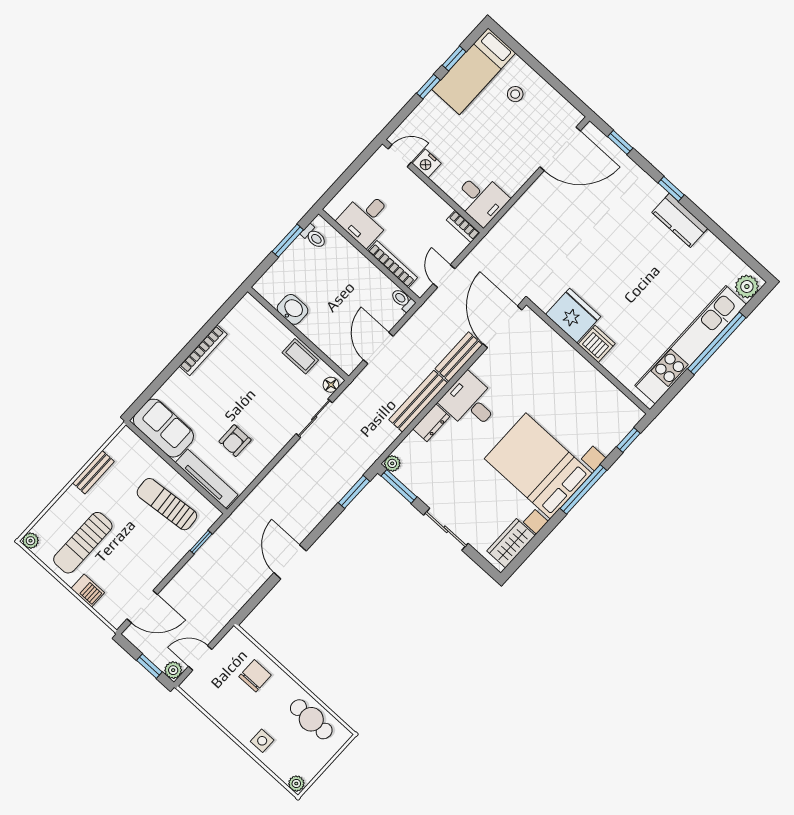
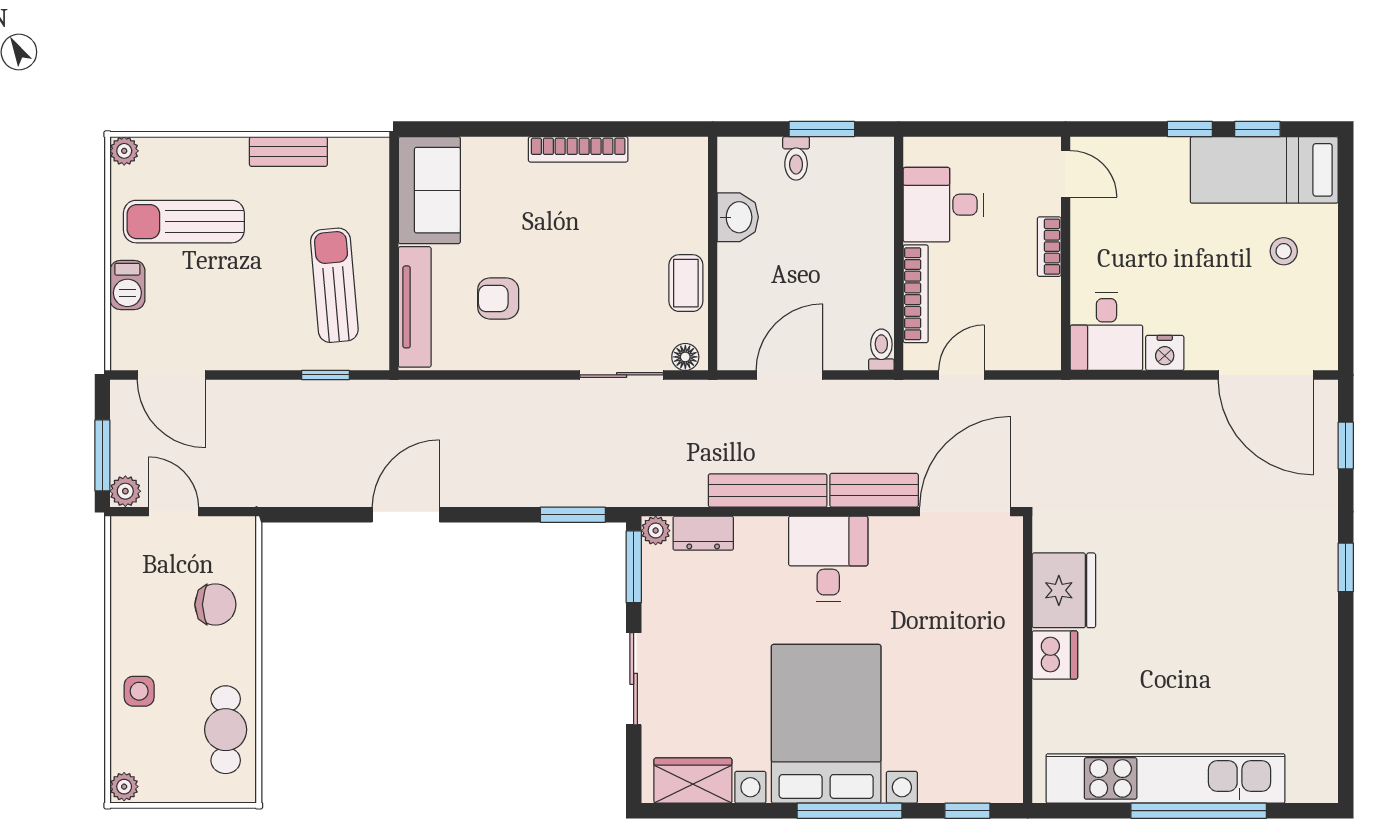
nightstand: (427, 163) -> (1165, 353), moved, turned -90
kitchen counter: (680, 220) -> (1315, 616), removed
bookcase: (463, 226) -> (1049, 247), moved
toilet: (314, 237) -> (796, 158), moved
plant: (747, 287) -> (1309, 782), removed
dresser: (431, 423) -> (703, 533), moved
window: (149, 666) -> (102, 455), width x1.50

